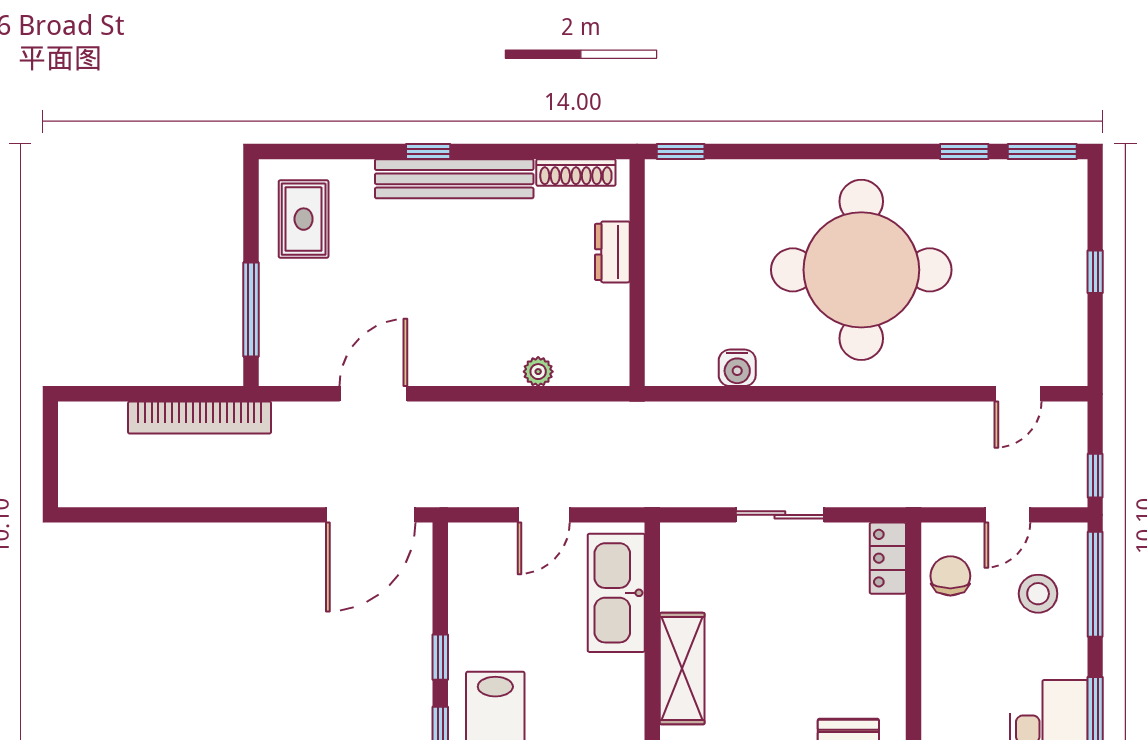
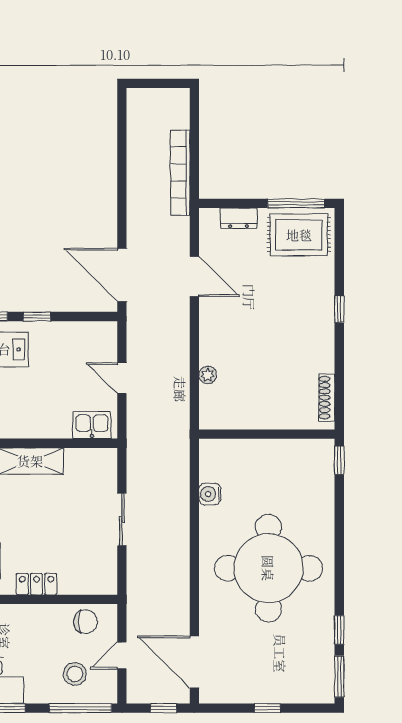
bench: (454, 179) -> (323, 325), removed
rug: (304, 219) -> (299, 235), width x1.36, depth x1.43
dresser: (612, 252) -> (239, 218), moved, turned 180
window: (251, 309) -> (296, 203), moved
door: (1018, 394) -> (194, 662), width x1.88
window: (1095, 476) -> (164, 708), moved
door: (1007, 515) -> (122, 656), hinge flipped
locker: (888, 558) -> (37, 584), moved
kitchen sink: (616, 593) -> (92, 425), width x0.53, depth x0.81

